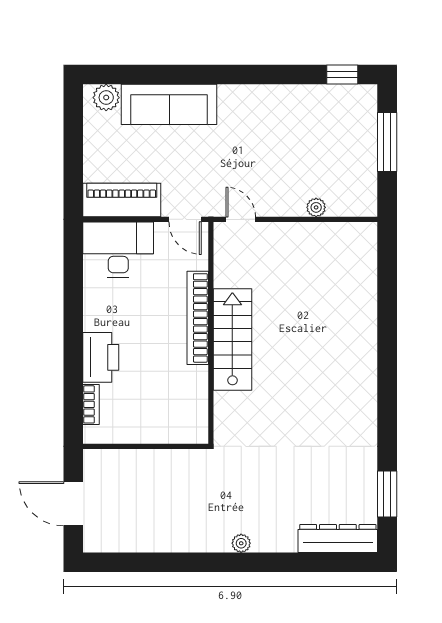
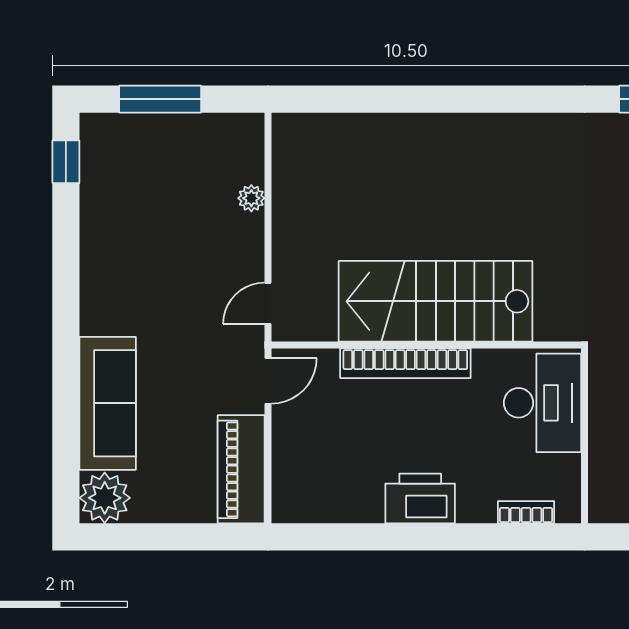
plant: (106, 98) -> (105, 498), width x1.36, depth x1.36
desk: (118, 250) -> (543, 403), moved, turned 180
stairs: (232, 340) -> (436, 301), width x1.36, depth x1.51
printer: (101, 357) -> (420, 499), moved

